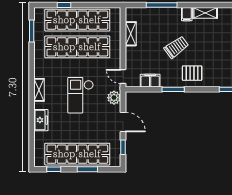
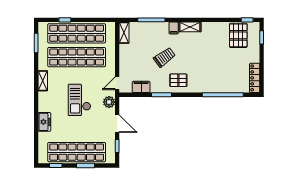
shelving: (131, 34) -> (124, 33), moved
door: (123, 76) -> (117, 83), hinge flipped
shelving: (39, 90) -> (43, 81), moved

